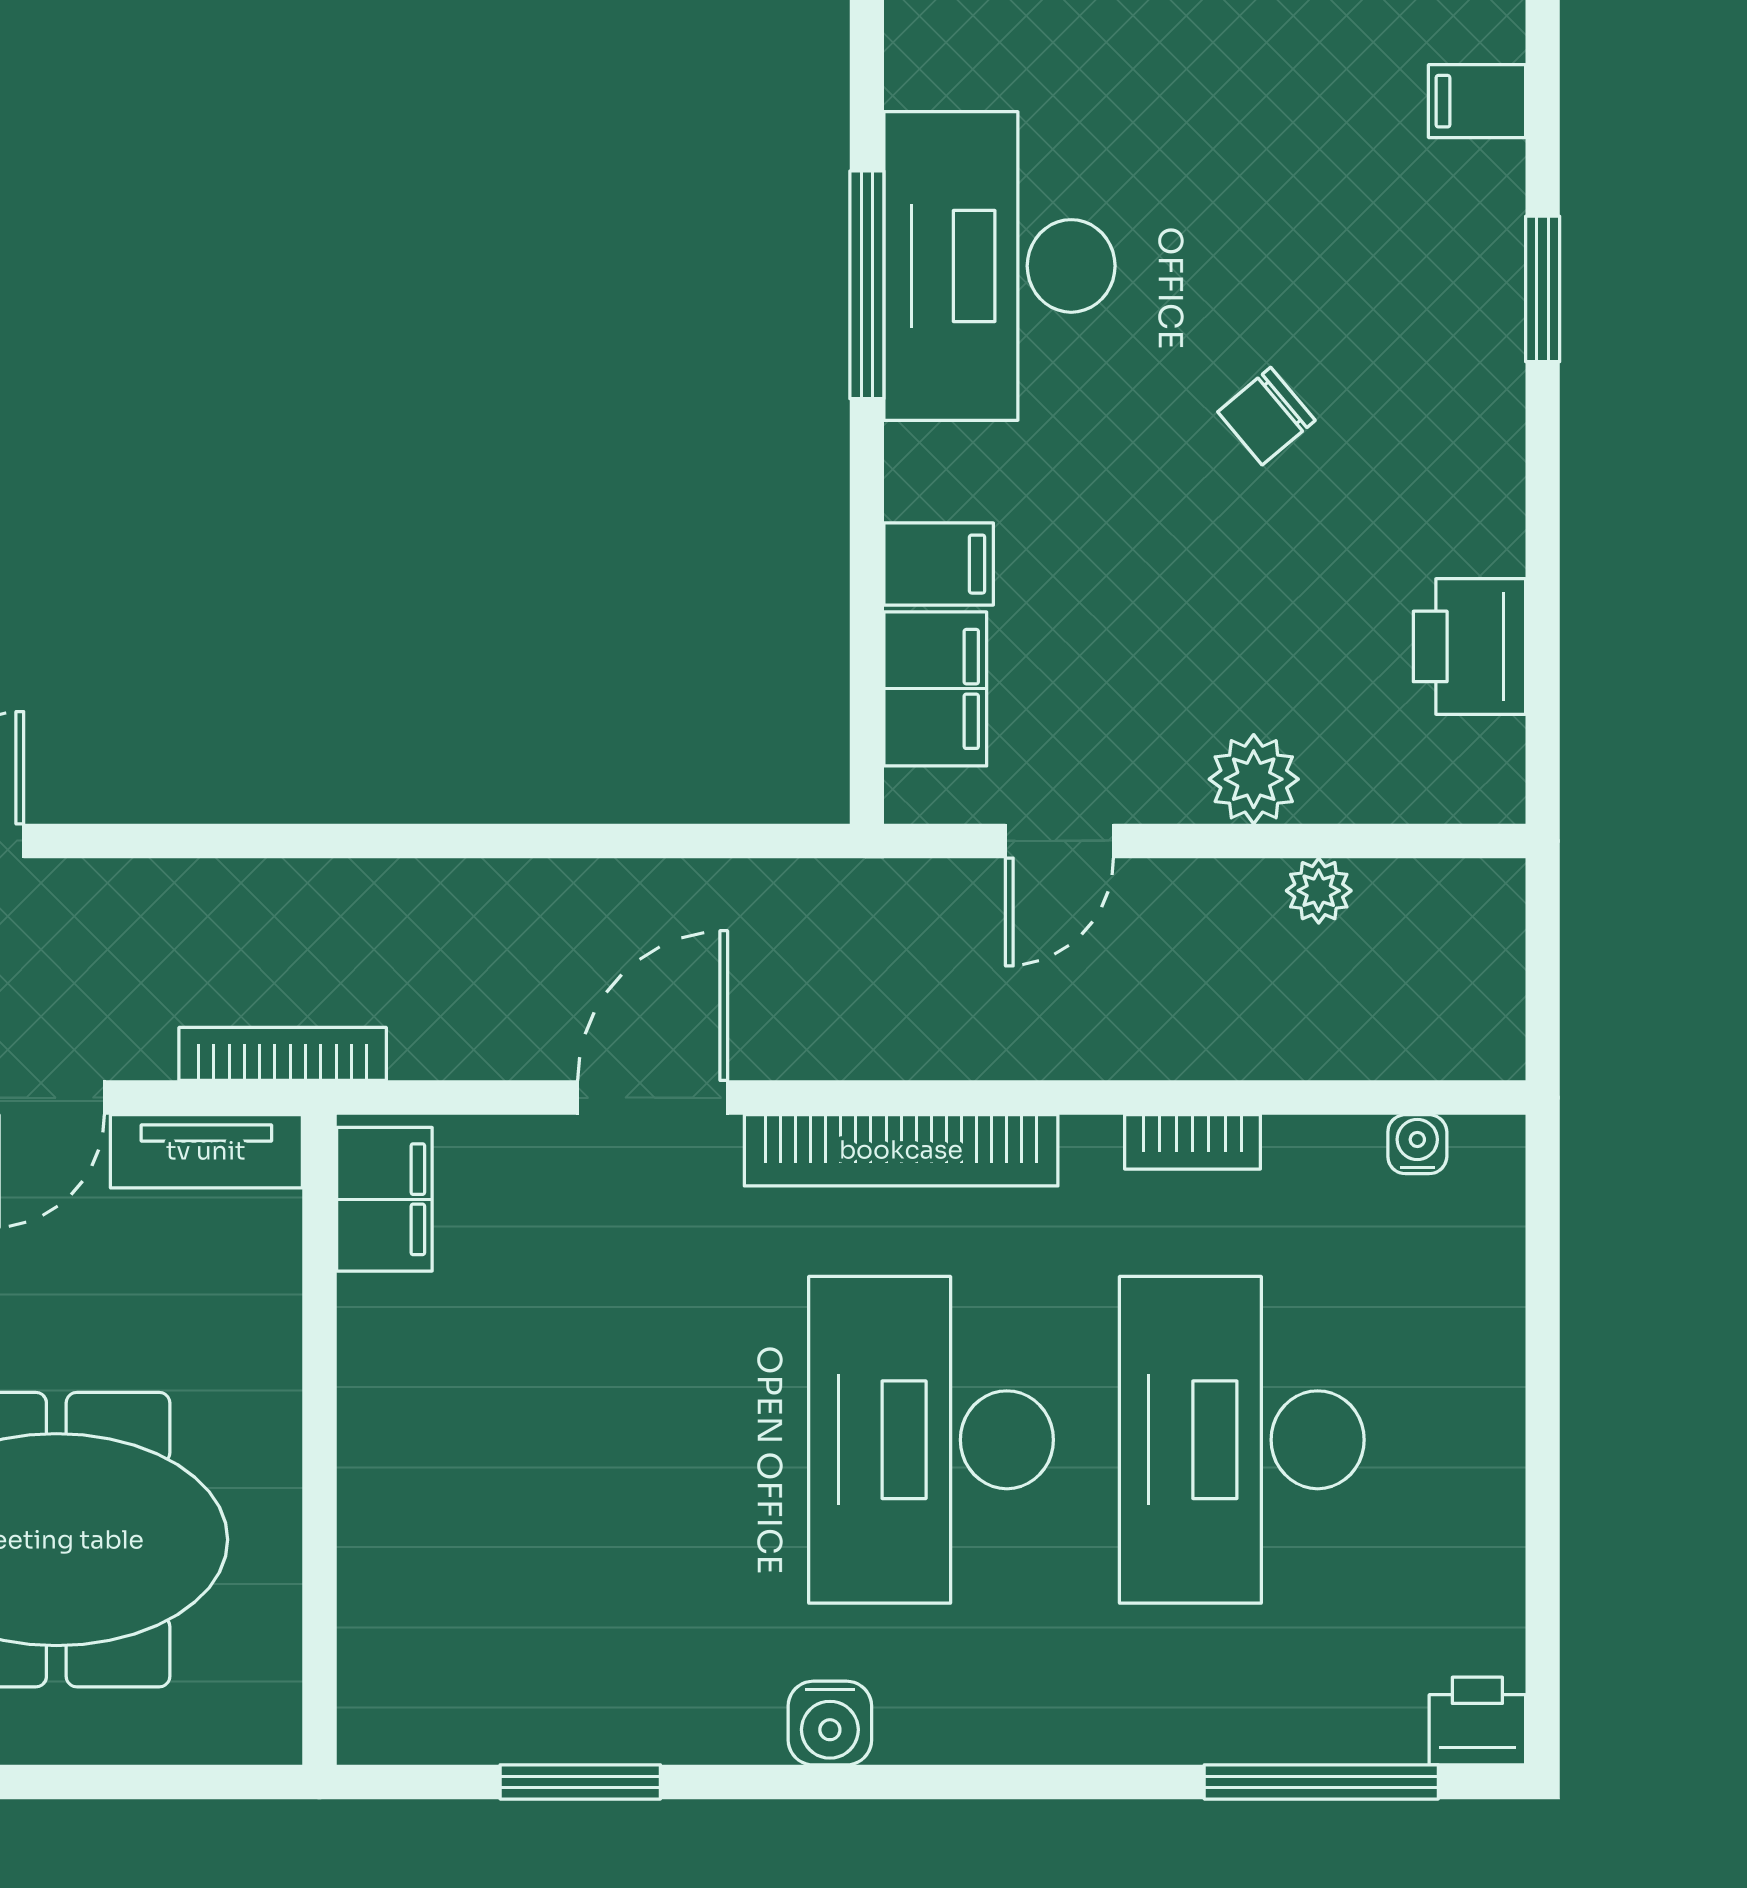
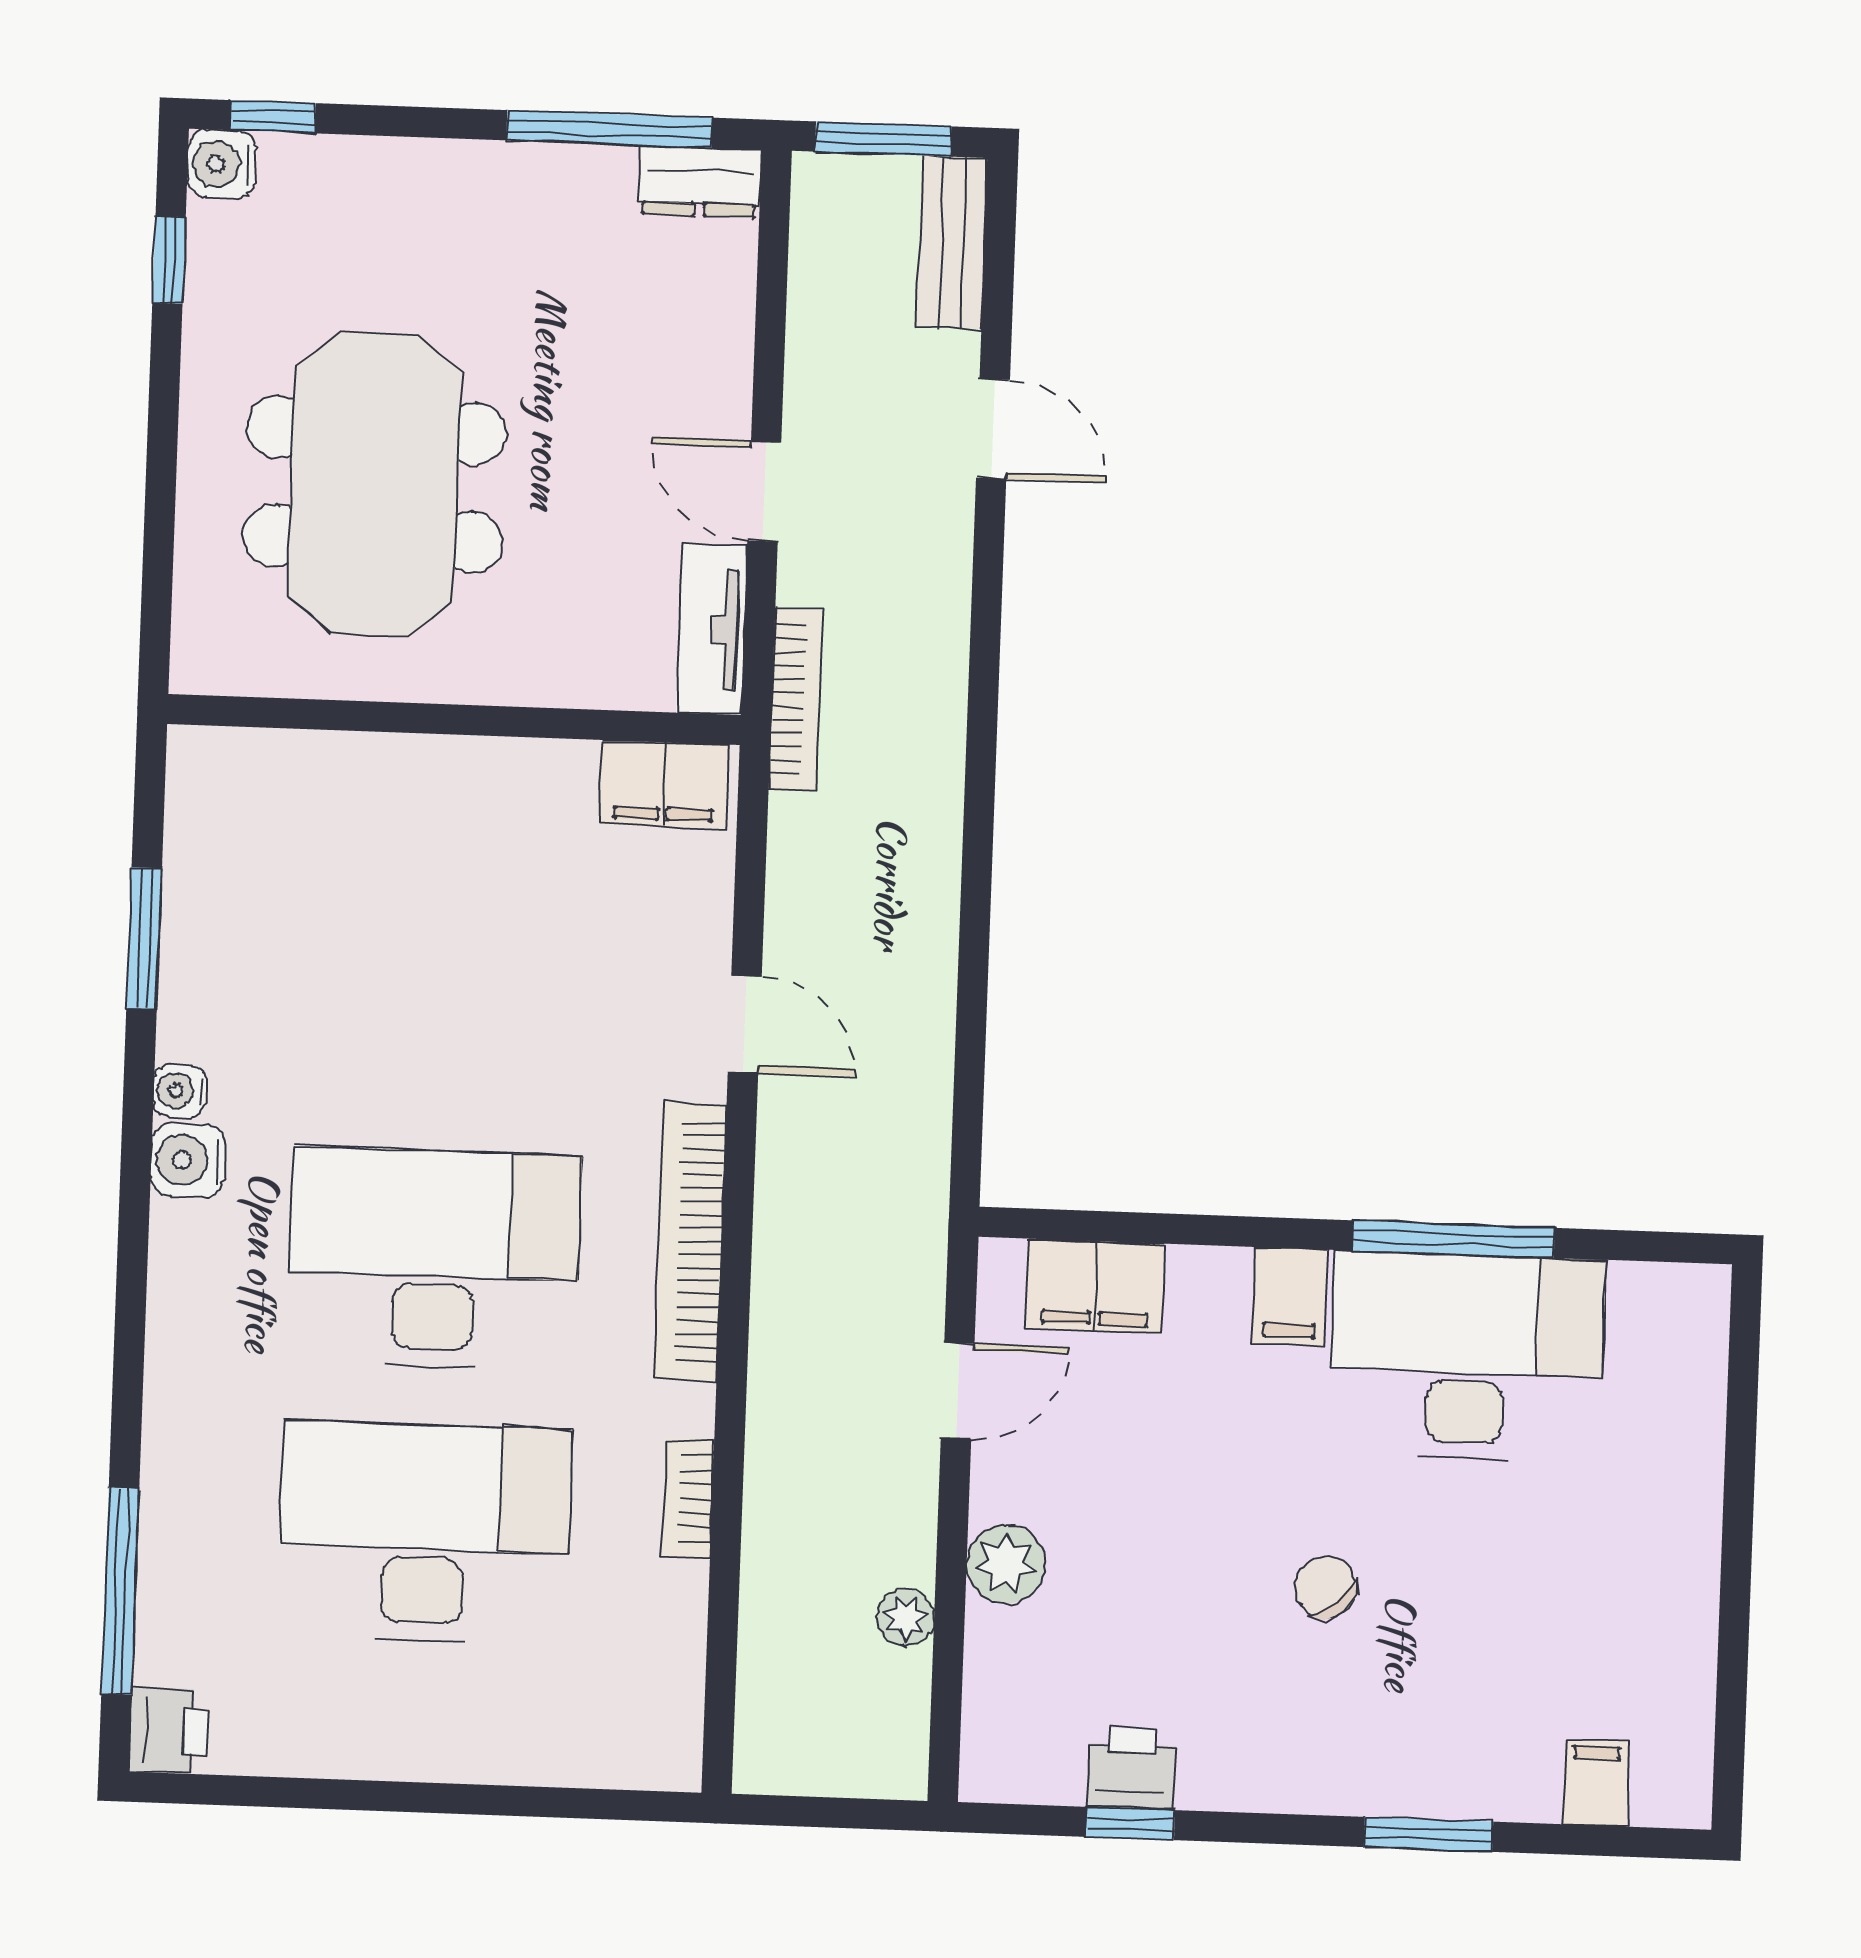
filing cabinet: (939, 564) -> (1290, 1297), moved
window: (1543, 627) -> (1130, 1823), added
printer: (1469, 646) -> (1131, 1769), width x0.73, depth x0.81
door: (1059, 841) -> (958, 1391), swing flipped
door: (653, 1098) -> (745, 1024), width x0.73
water cooler: (1417, 1144) -> (180, 1091), moved, turned 180

